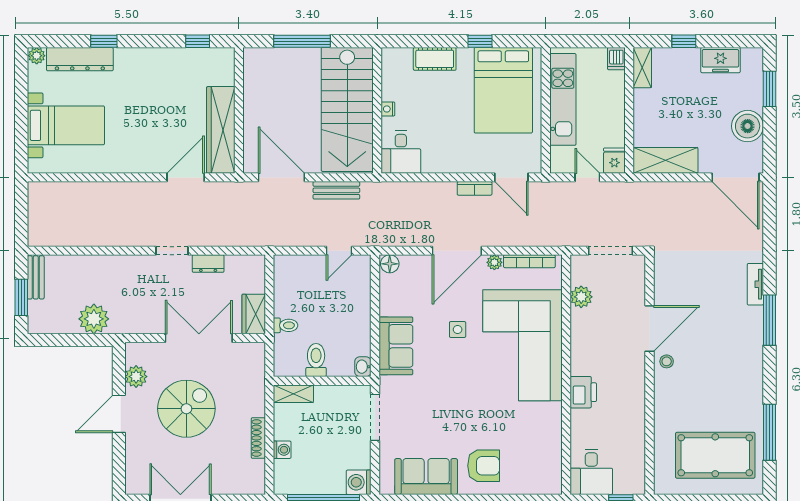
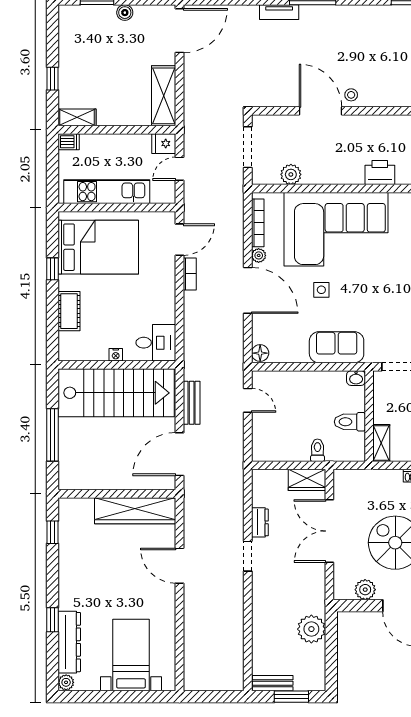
freezer: (720, 60) -> (70, 45), removed
boiler: (748, 126) -> (125, 13), width x0.54, depth x0.54
door: (186, 177) -> (180, 566), moved

